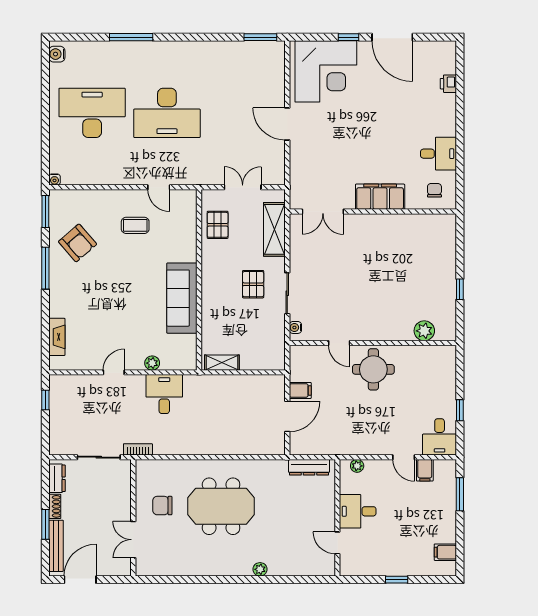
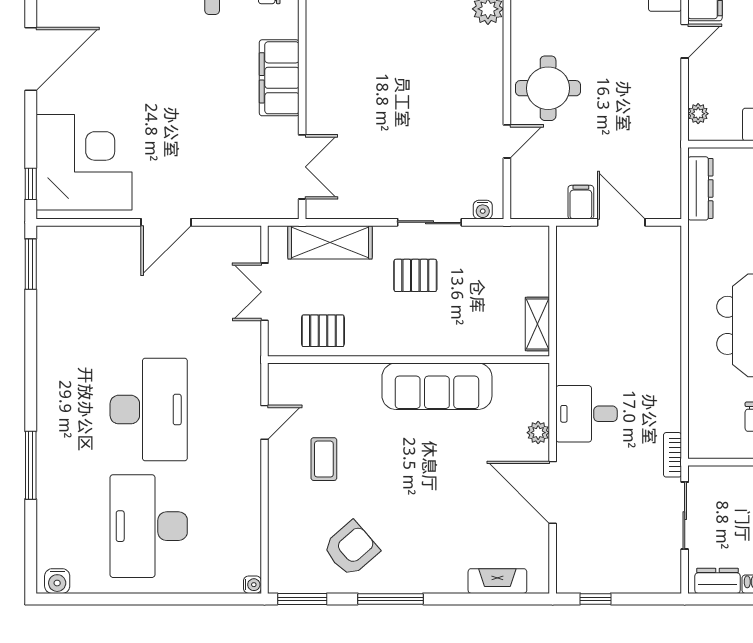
window: (349, 37) -> (31, 184), moved
door: (114, 372) -> (553, 492), width x1.87

